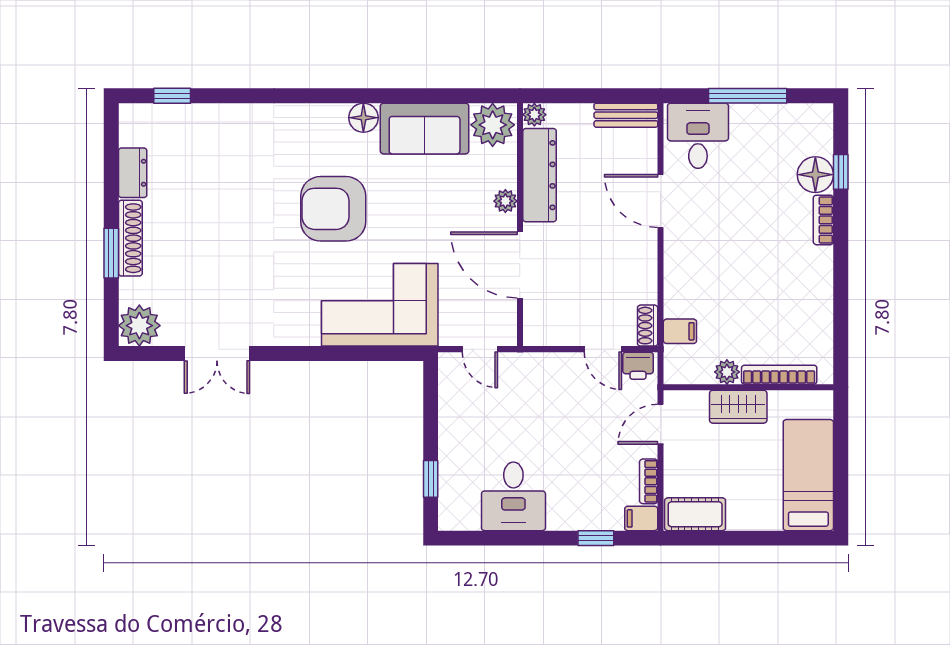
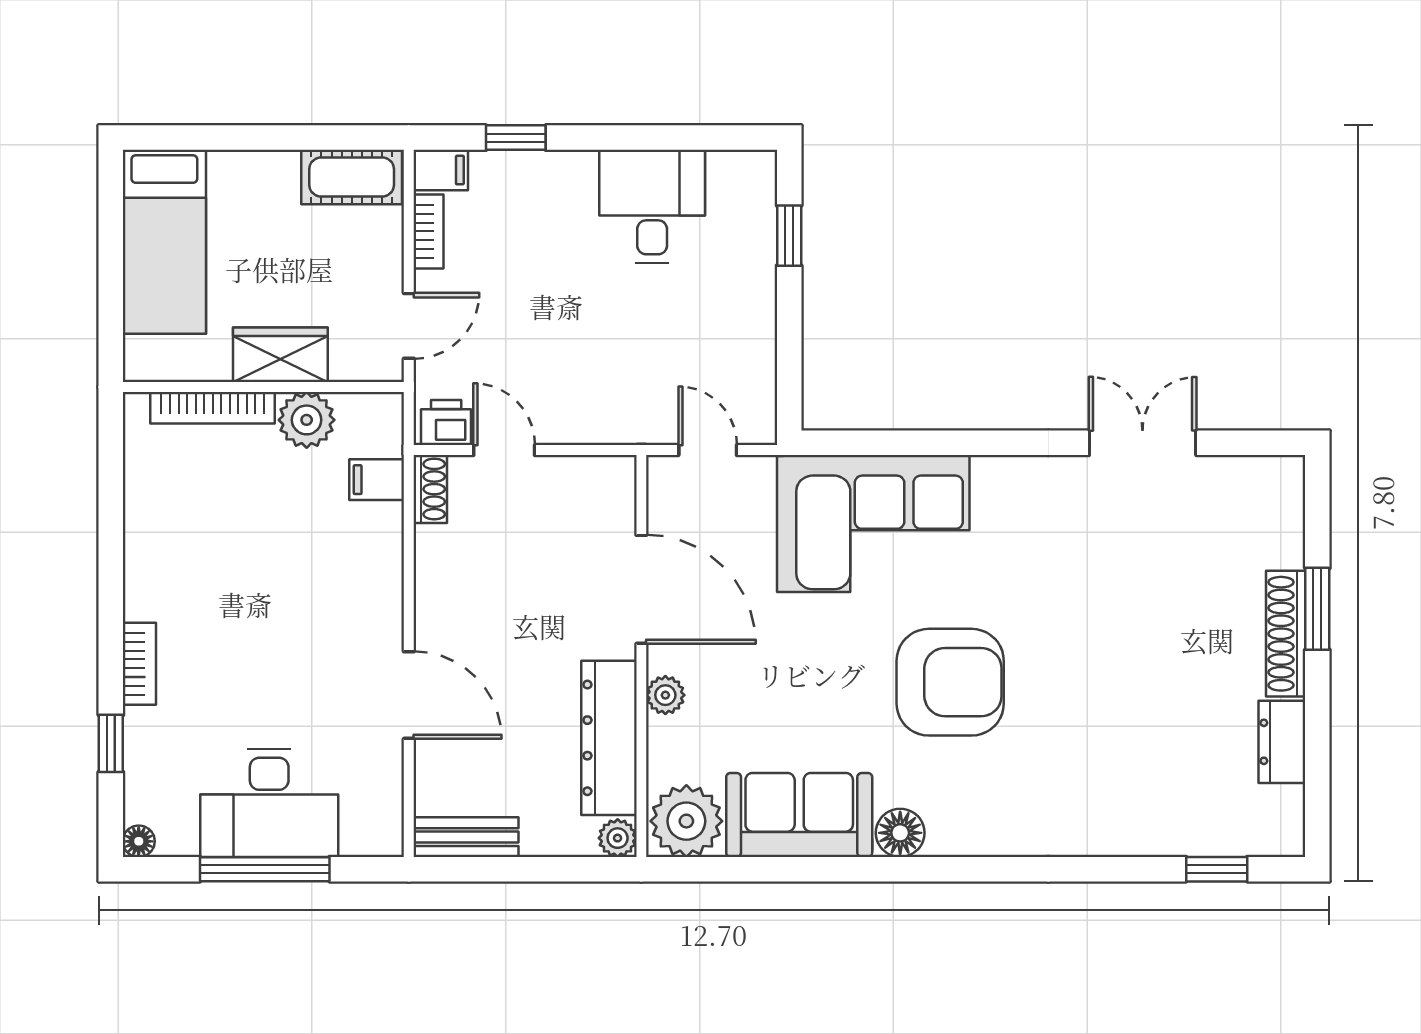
desk: (698, 136) -> (269, 803), moved, width x1.37
floor lamp: (815, 175) -> (139, 841), moved, width x0.53, depth x0.53
plant: (139, 326) -> (1271, 489), removed
plant: (727, 372) -> (307, 420), width x1.38, depth x1.38

